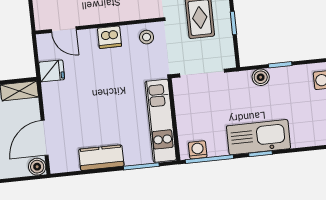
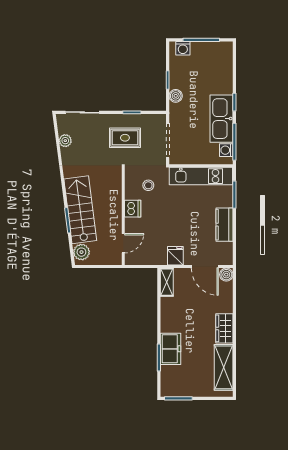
stool: (147, 37) -> (148, 185), moved
fridge: (52, 71) -> (175, 256), moved
kitchen sink: (259, 137) -> (221, 119), moved

